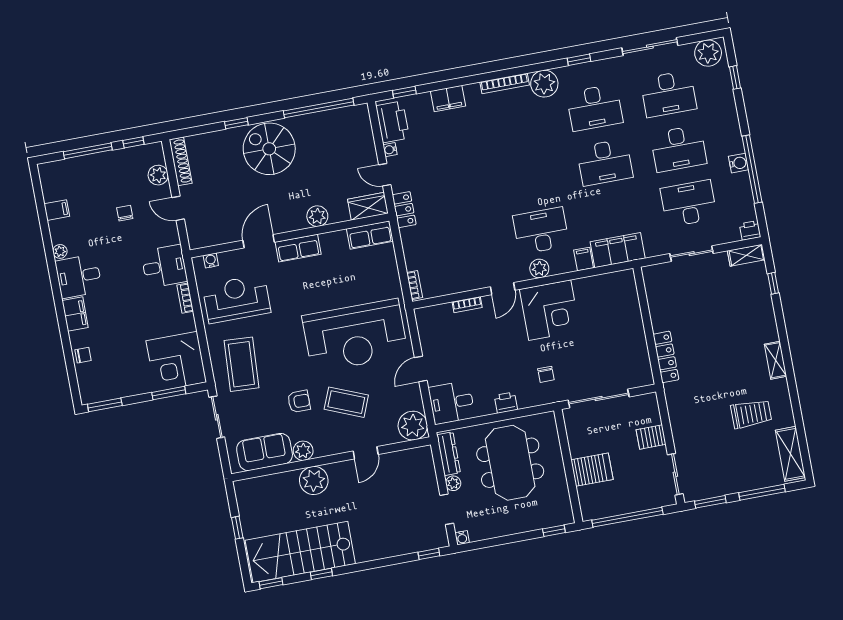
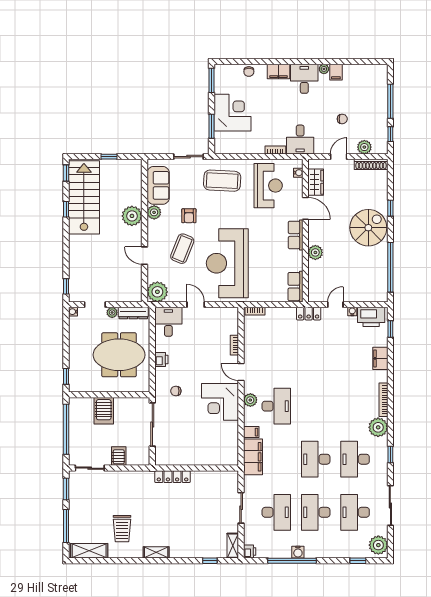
wardrobe: (368, 206) -> (316, 182), moved
filing cabinet: (57, 210) -> (336, 72), moved
corner desk: (176, 361) -> (232, 113), moved, turned 90

